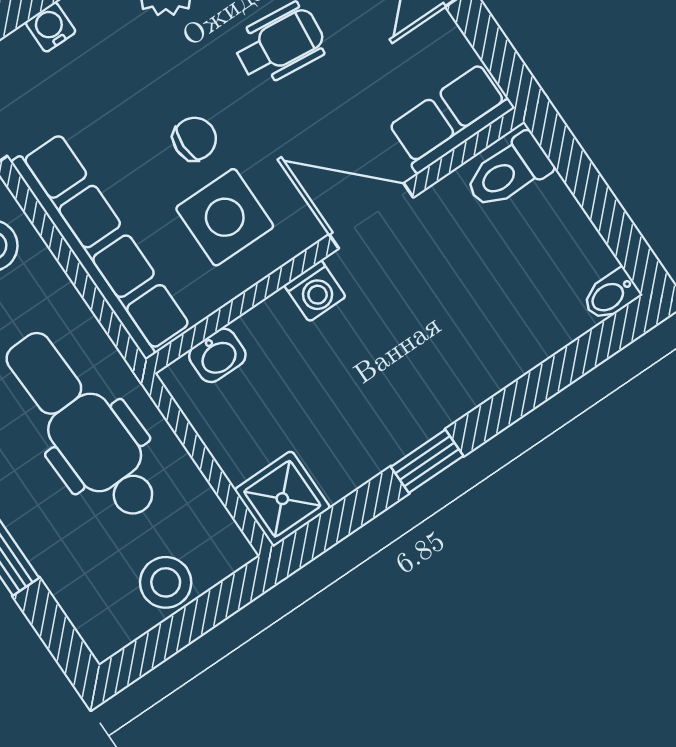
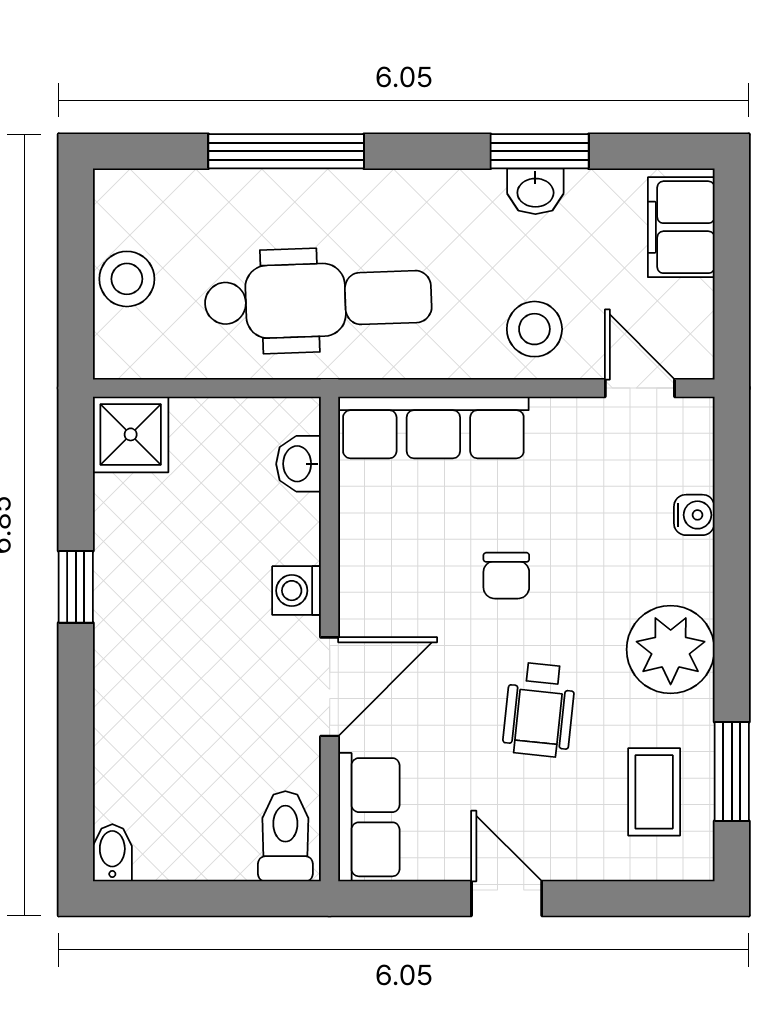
side table: (225, 217) -> (418, 555), removed
row of seats: (101, 245) -> (433, 427), width x0.73

